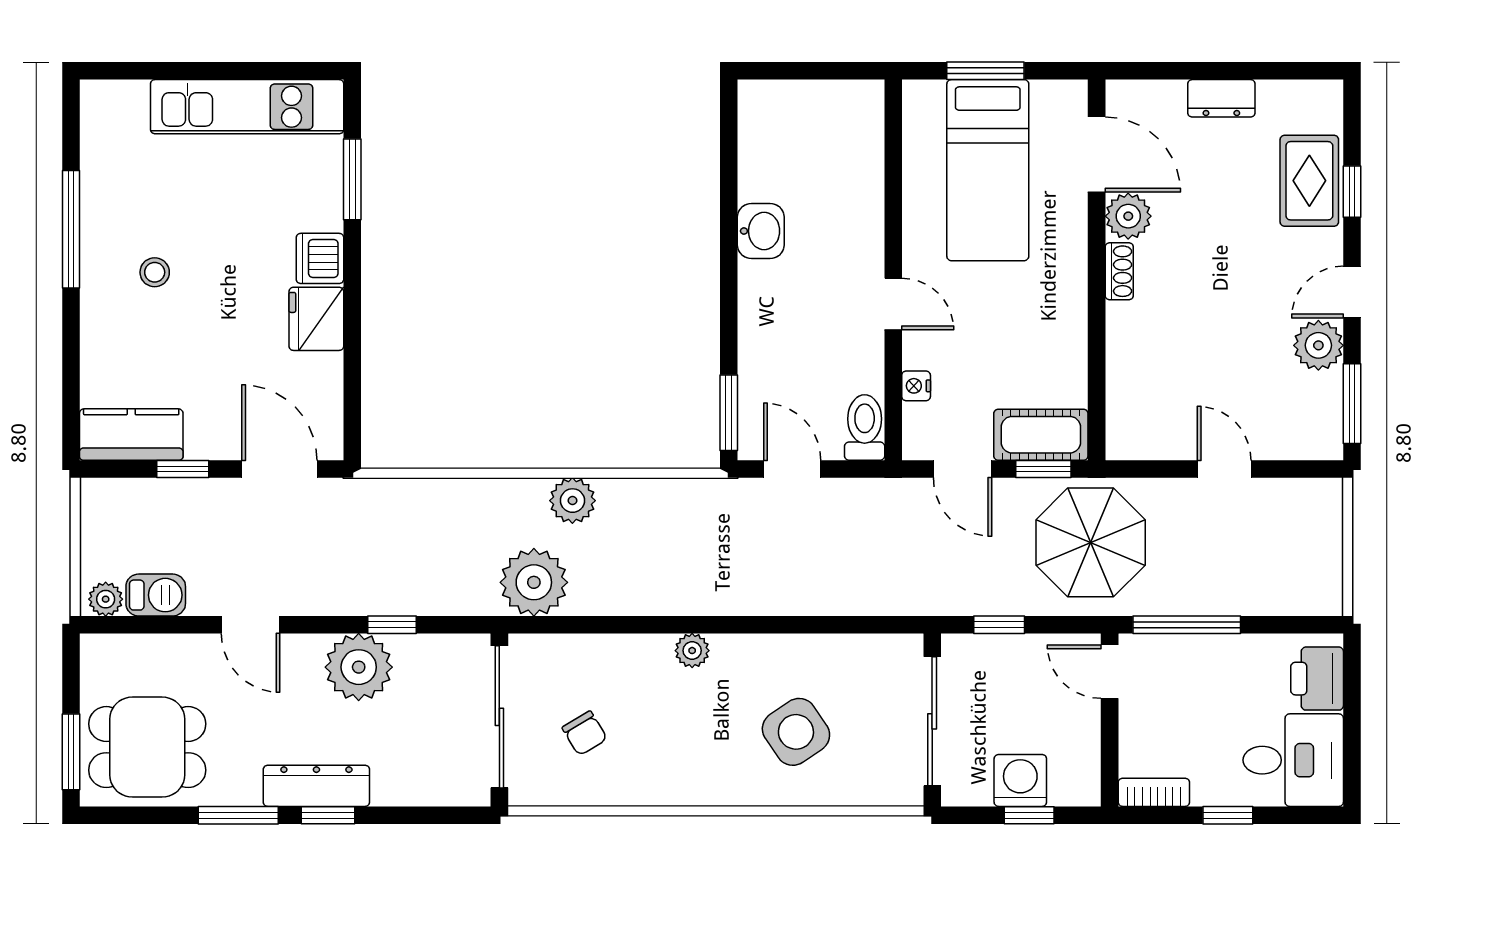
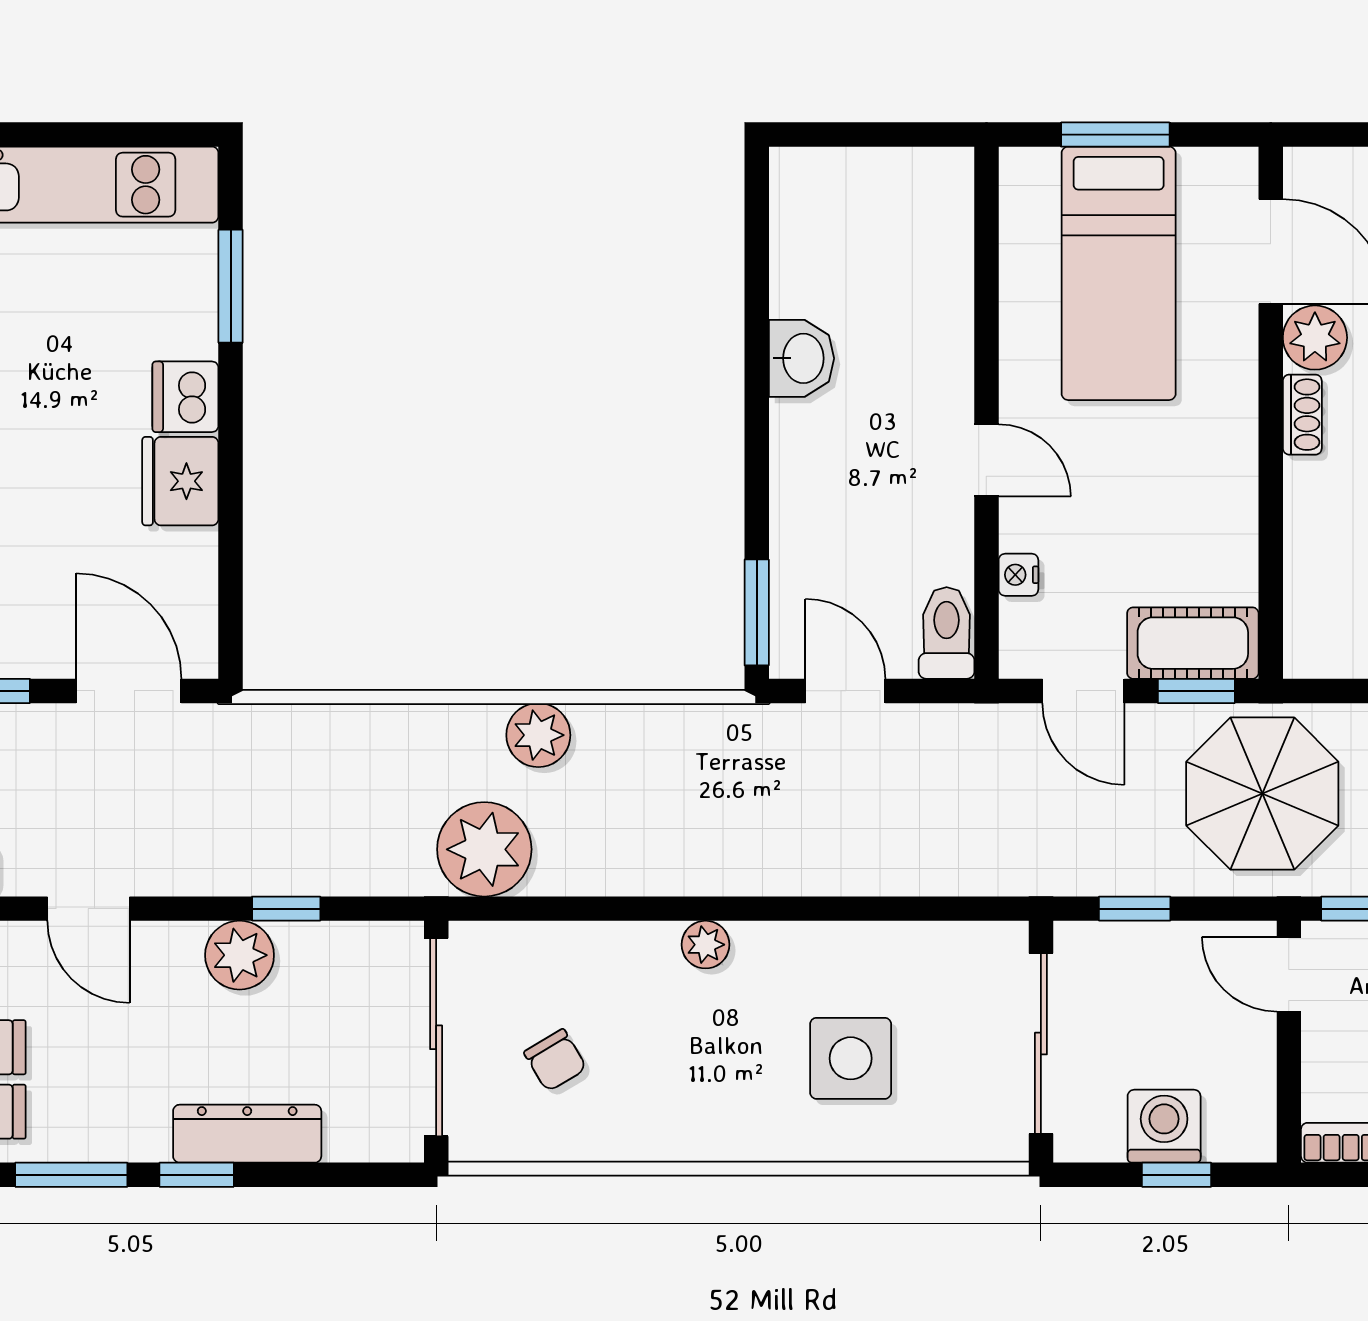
plant: (359, 667) -> (240, 955), width x0.73, depth x0.73
side table: (796, 732) -> (851, 1058), turned 34
dresser: (316, 786) -> (247, 1134), moved

